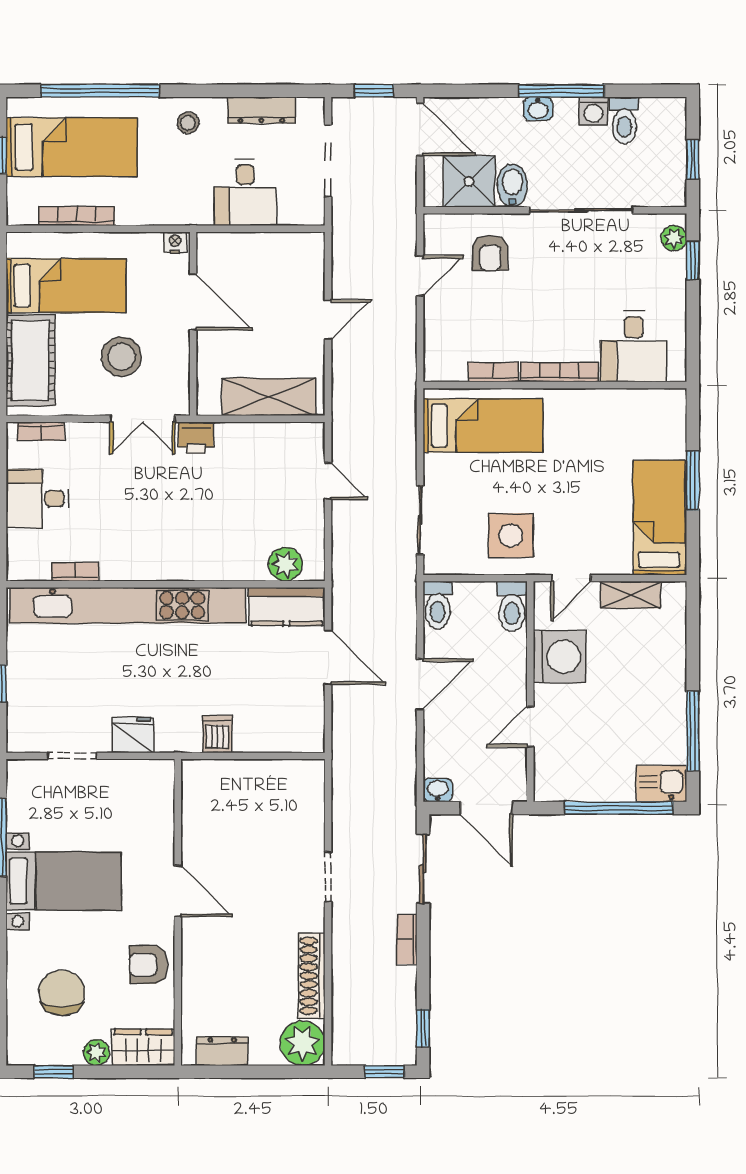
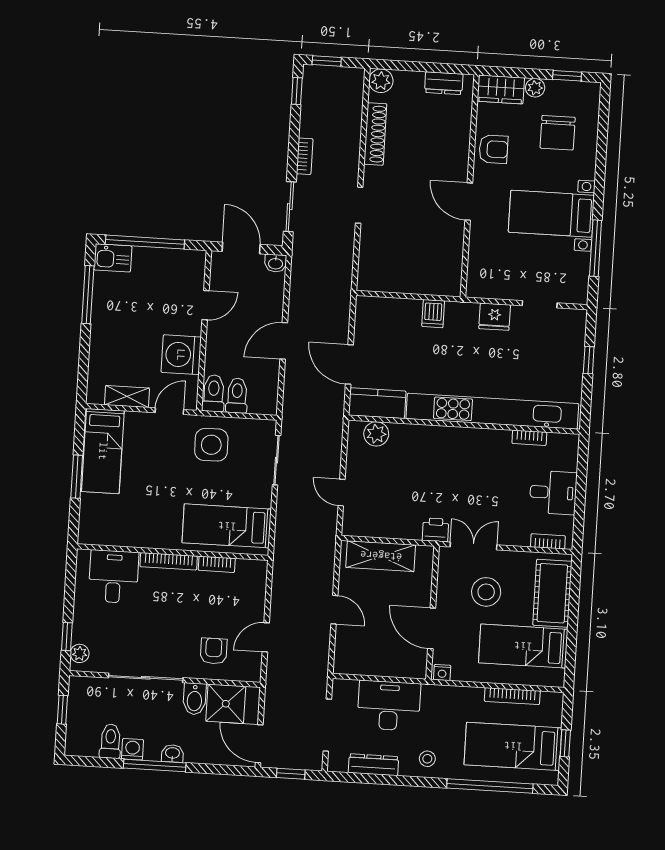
desk: (245, 193) -> (389, 706), width x1.37
door: (328, 320) -> (334, 610), swing flipped
toilet: (438, 605) -> (237, 396), moved
plant: (303, 1043) -> (381, 81), width x0.73, depth x0.73

